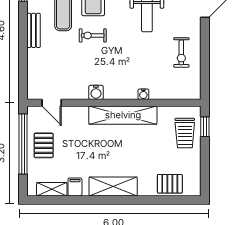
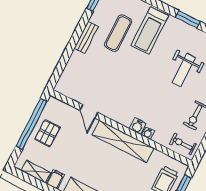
exercise bike: (93, 35) -> (183, 144), moved
water cooler: (96, 92) -> (138, 126), moved
door: (52, 103) -> (89, 111), moved

